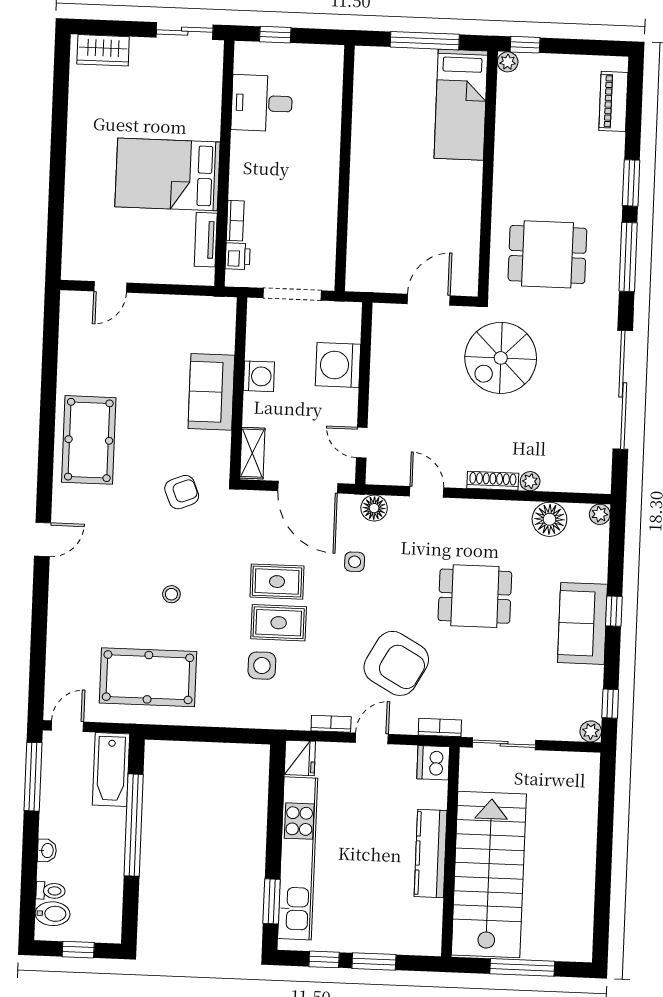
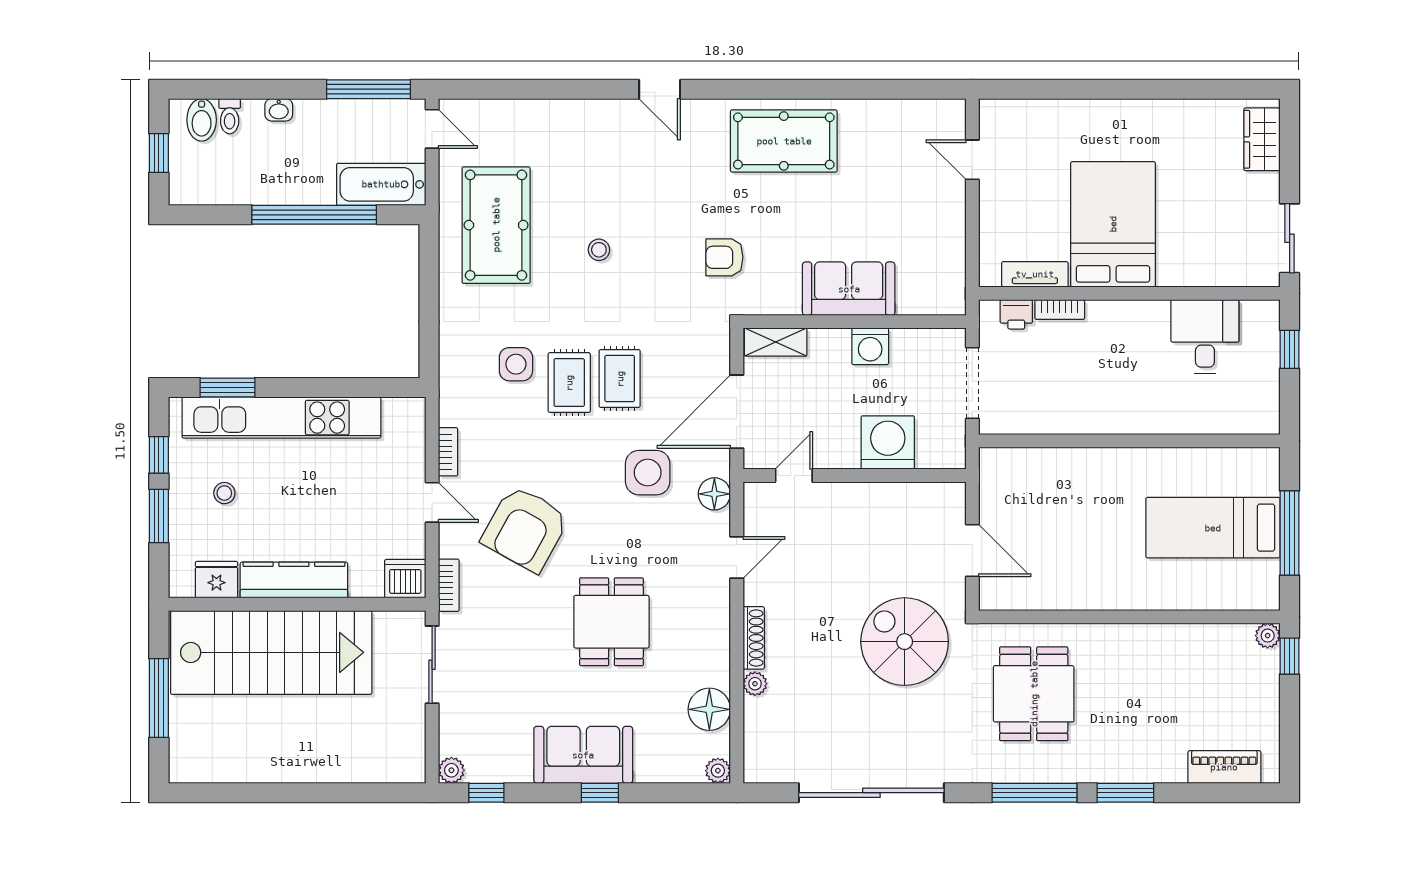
bed: (461, 105) -> (1213, 528), moved
armchair: (182, 492) -> (724, 257), turned 112
side table: (355, 562) -> (648, 473), width x1.87, depth x1.87
fridge: (300, 758) -> (216, 580), moved, turned 180
stool: (357, 907) -> (224, 493), added

